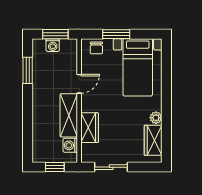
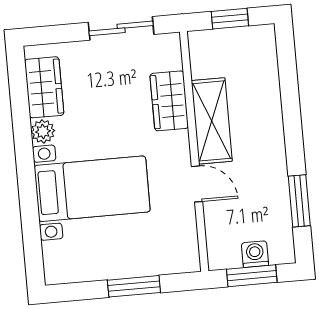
chair: (96, 48) -> (170, 256), removed
bed with nightstands: (138, 67) -> (92, 189), moved, turned 90
door: (79, 84) -> (197, 184), swing flipped
washing machine: (70, 145) -> (204, 63), removed

